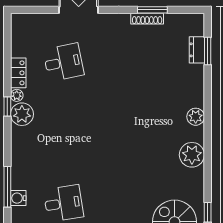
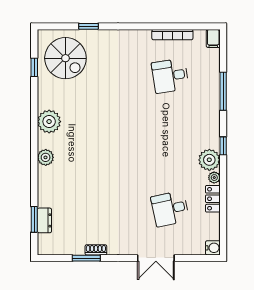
shoe rack: (147, 19) -> (96, 250), width x0.70
window: (7, 106) -> (223, 146), moved
water cooler: (18, 198) -> (213, 248), moved

